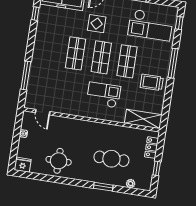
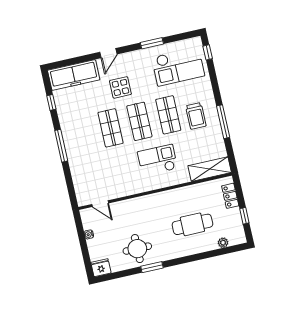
window: (173, 63) -> (223, 122), moved
window: (26, 75) -> (61, 146), moved
trolley: (152, 82) -> (196, 116), moved, turned -90
window: (103, 187) -> (152, 267), moved

